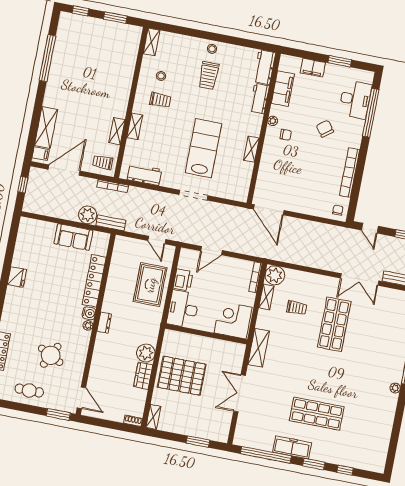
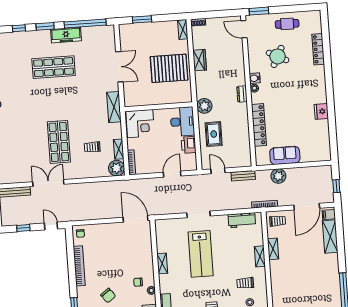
bench: (111, 223) -> (243, 176), moved
rug: (150, 285) -> (214, 134), width x0.73, depth x0.70
water cooler: (89, 313) -> (255, 78), moved
plant: (146, 353) -> (204, 106), moved

